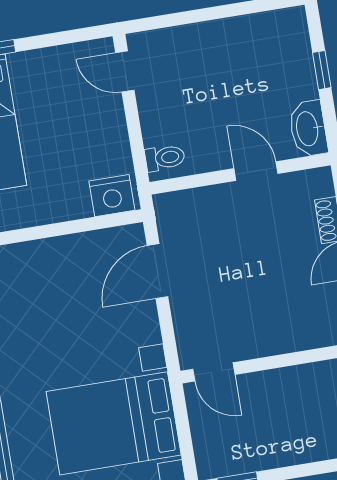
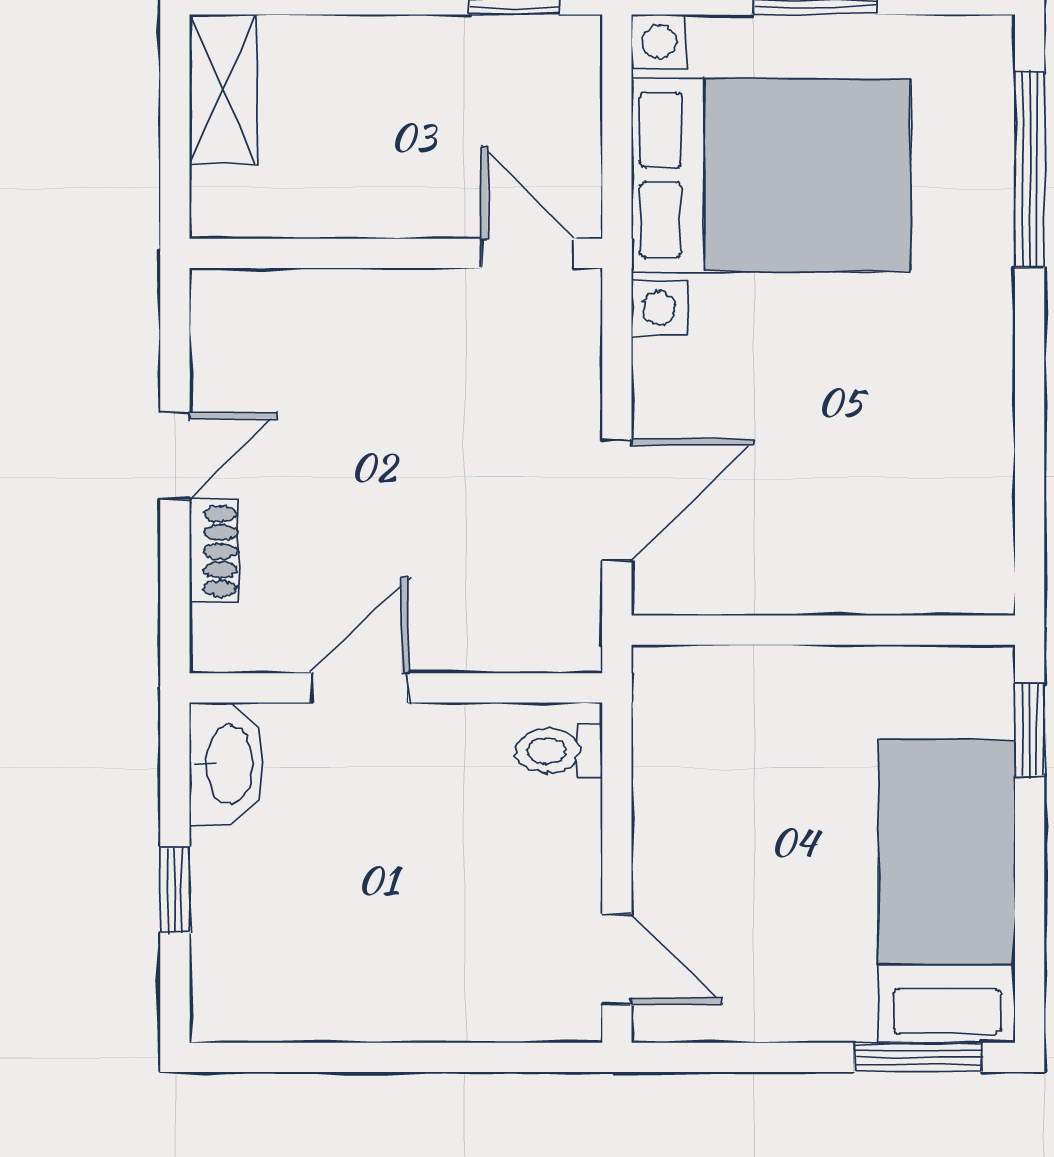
door: (256, 171) -> (360, 688), swing flipped
nightstand: (112, 196) -> (691, 686), removed

